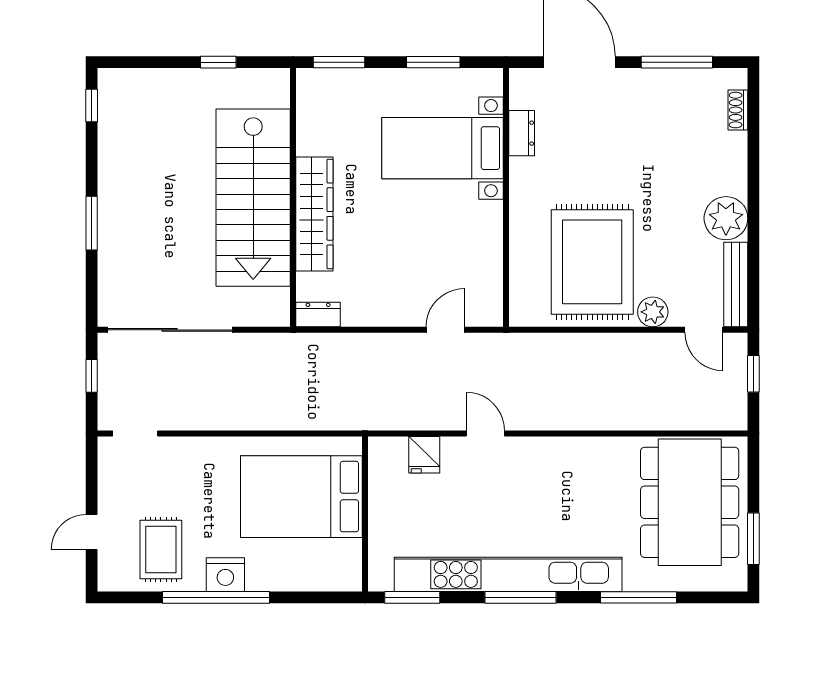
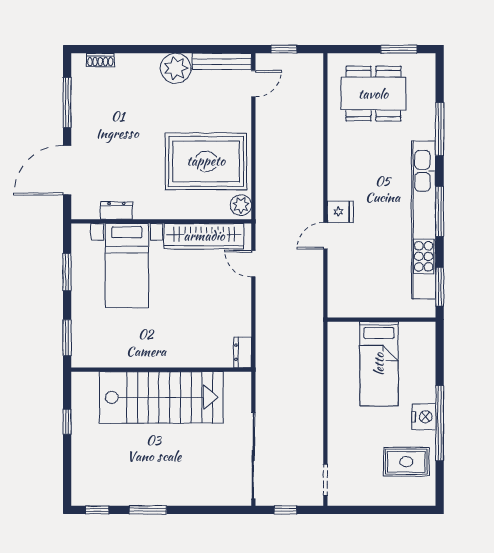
wardrobe: (314, 214) -> (204, 236), moved, turned 180
window: (92, 223) -> (148, 510), moved
plant: (653, 312) -> (241, 205), moved
fridge: (424, 455) -> (340, 212), moved
bed: (301, 497) -> (379, 364), width x0.67
dining table: (690, 502) -> (373, 94), width x0.73, depth x0.80
door: (92, 532) -> (394, 510), removed

